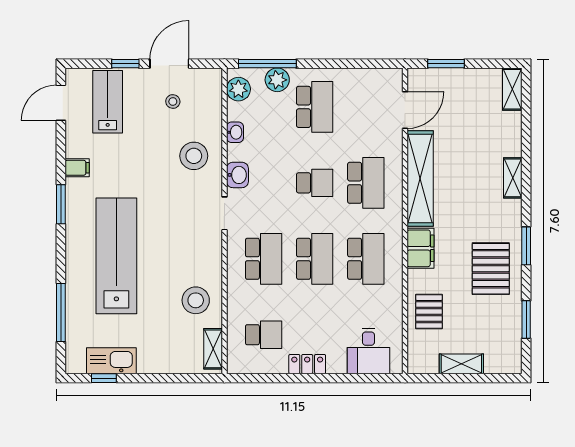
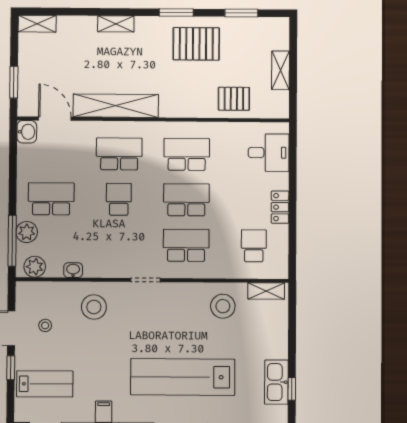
lab bench: (108, 102) -> (45, 384), turned 180
washbasin: (237, 175) -> (27, 132), moved, turned 90
filing cabinet: (421, 248) -> (178, 106), removed

